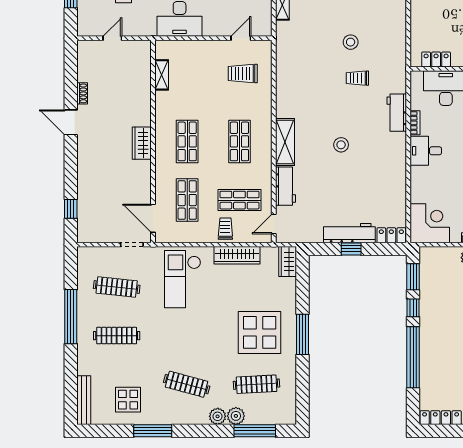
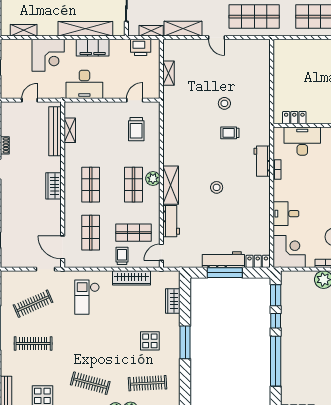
trolley: (243, 74) -> (136, 129), turned -90
bench: (144, 76) -> (55, 131), added
plant: (263, 134) -> (153, 179), added
desk: (426, 151) -> (286, 214), moved
window: (351, 249) -> (225, 273), width x2.17
wardrobe: (288, 262) -> (173, 301), moved
checkout: (183, 279) -> (87, 297), width x0.73, depth x0.83
clothes rail: (117, 287) -> (33, 304), turned -30
display table: (260, 332) -> (150, 341), width x0.54, depth x0.54

